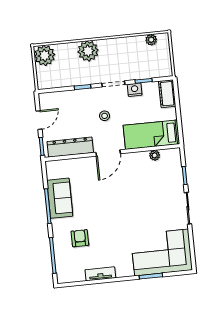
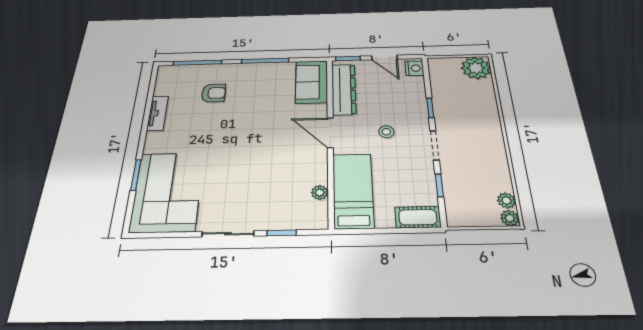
plant: (88, 51) -> (510, 218), moved, width x0.53, depth x0.53
nightstand: (135, 90) -> (414, 68), moved
sofa: (60, 198) -> (312, 82), moved, turned 90

